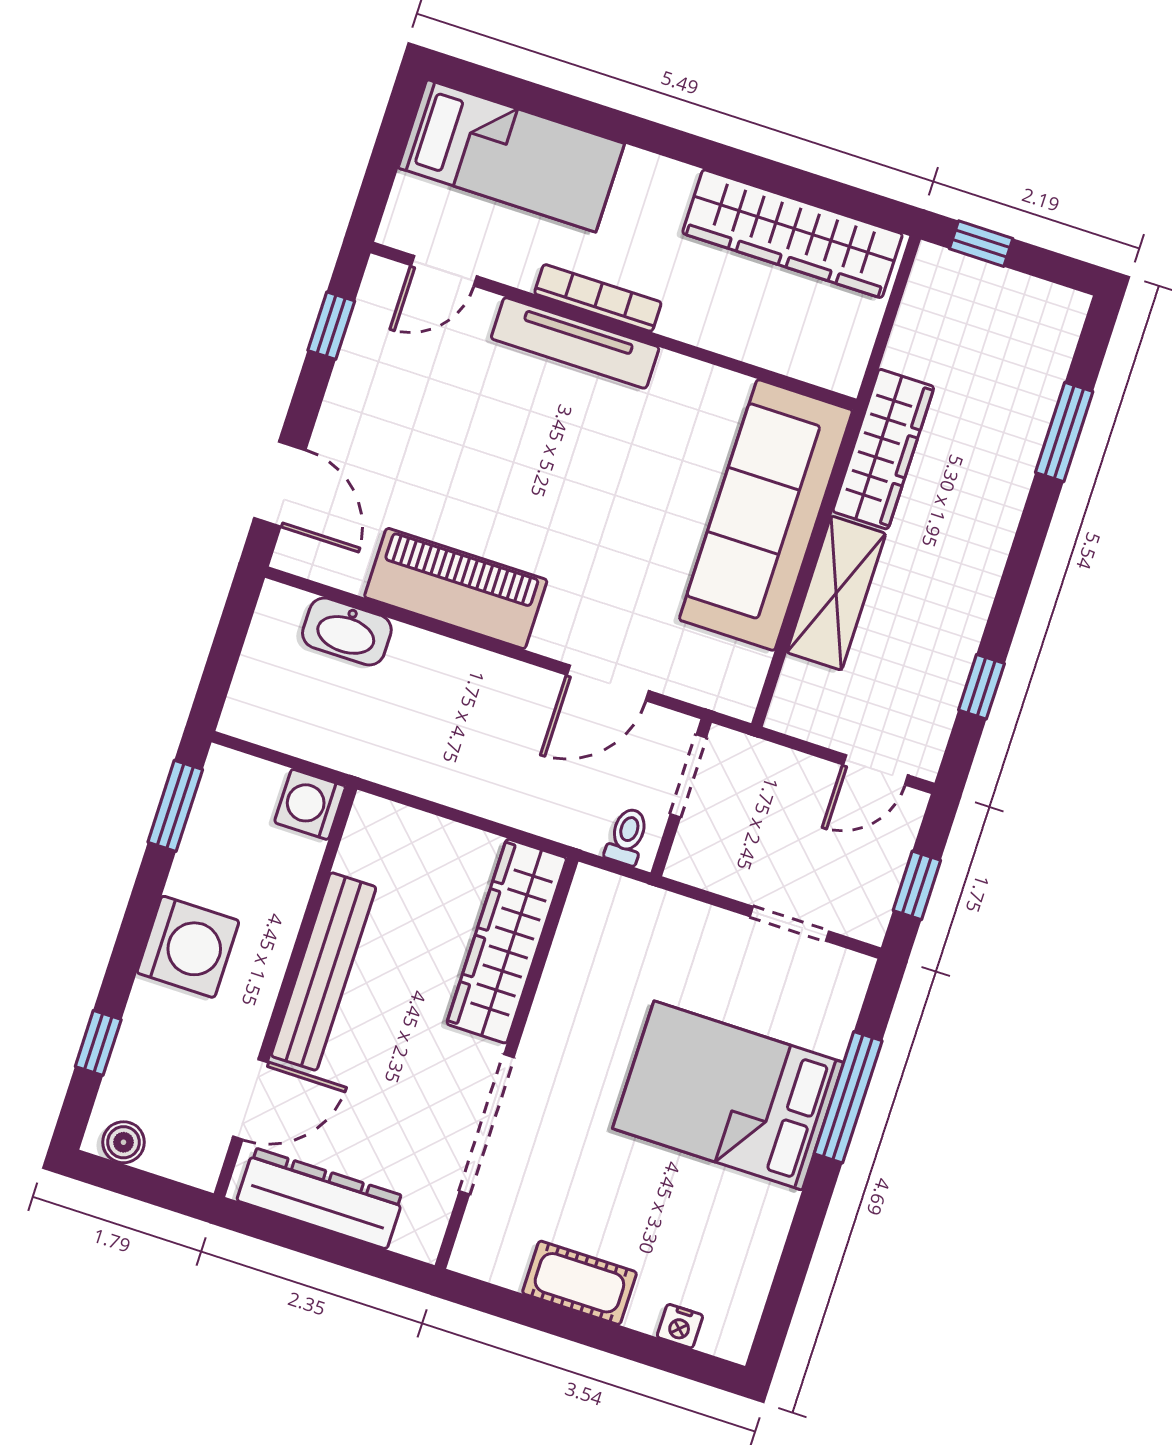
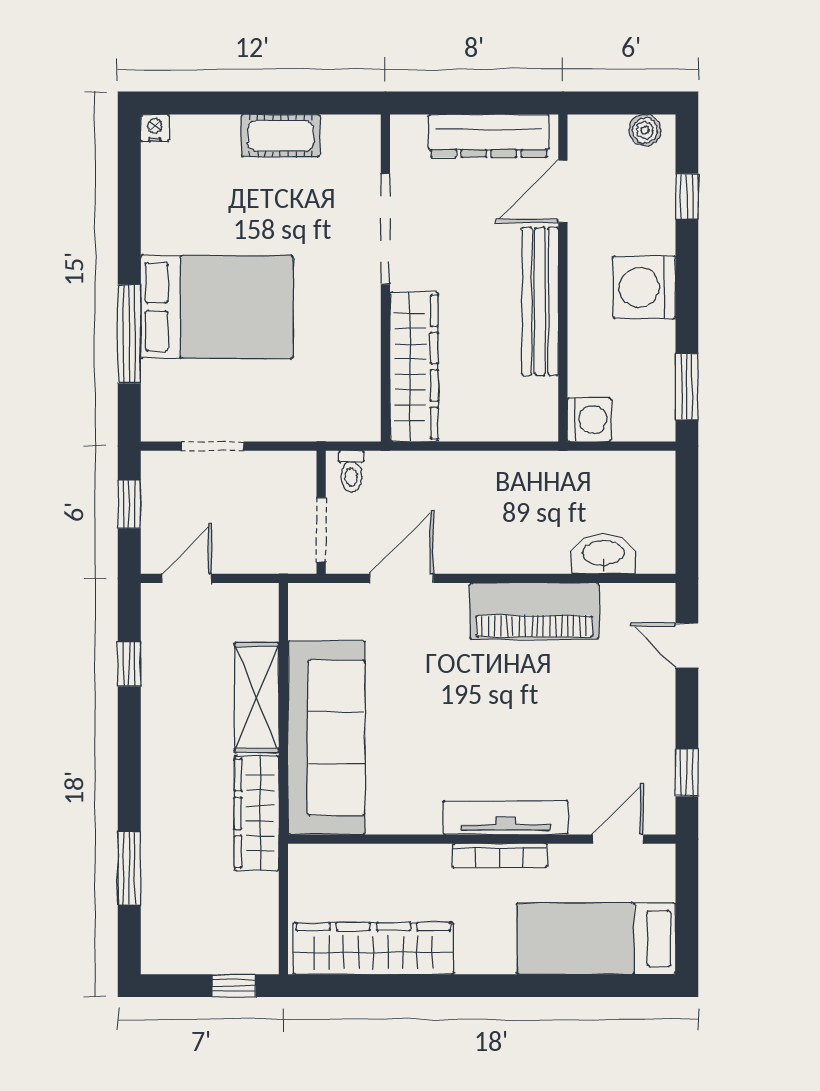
door: (280, 484) -> (687, 645), width x0.73
nightstand: (680, 1326) -> (155, 128), moved

